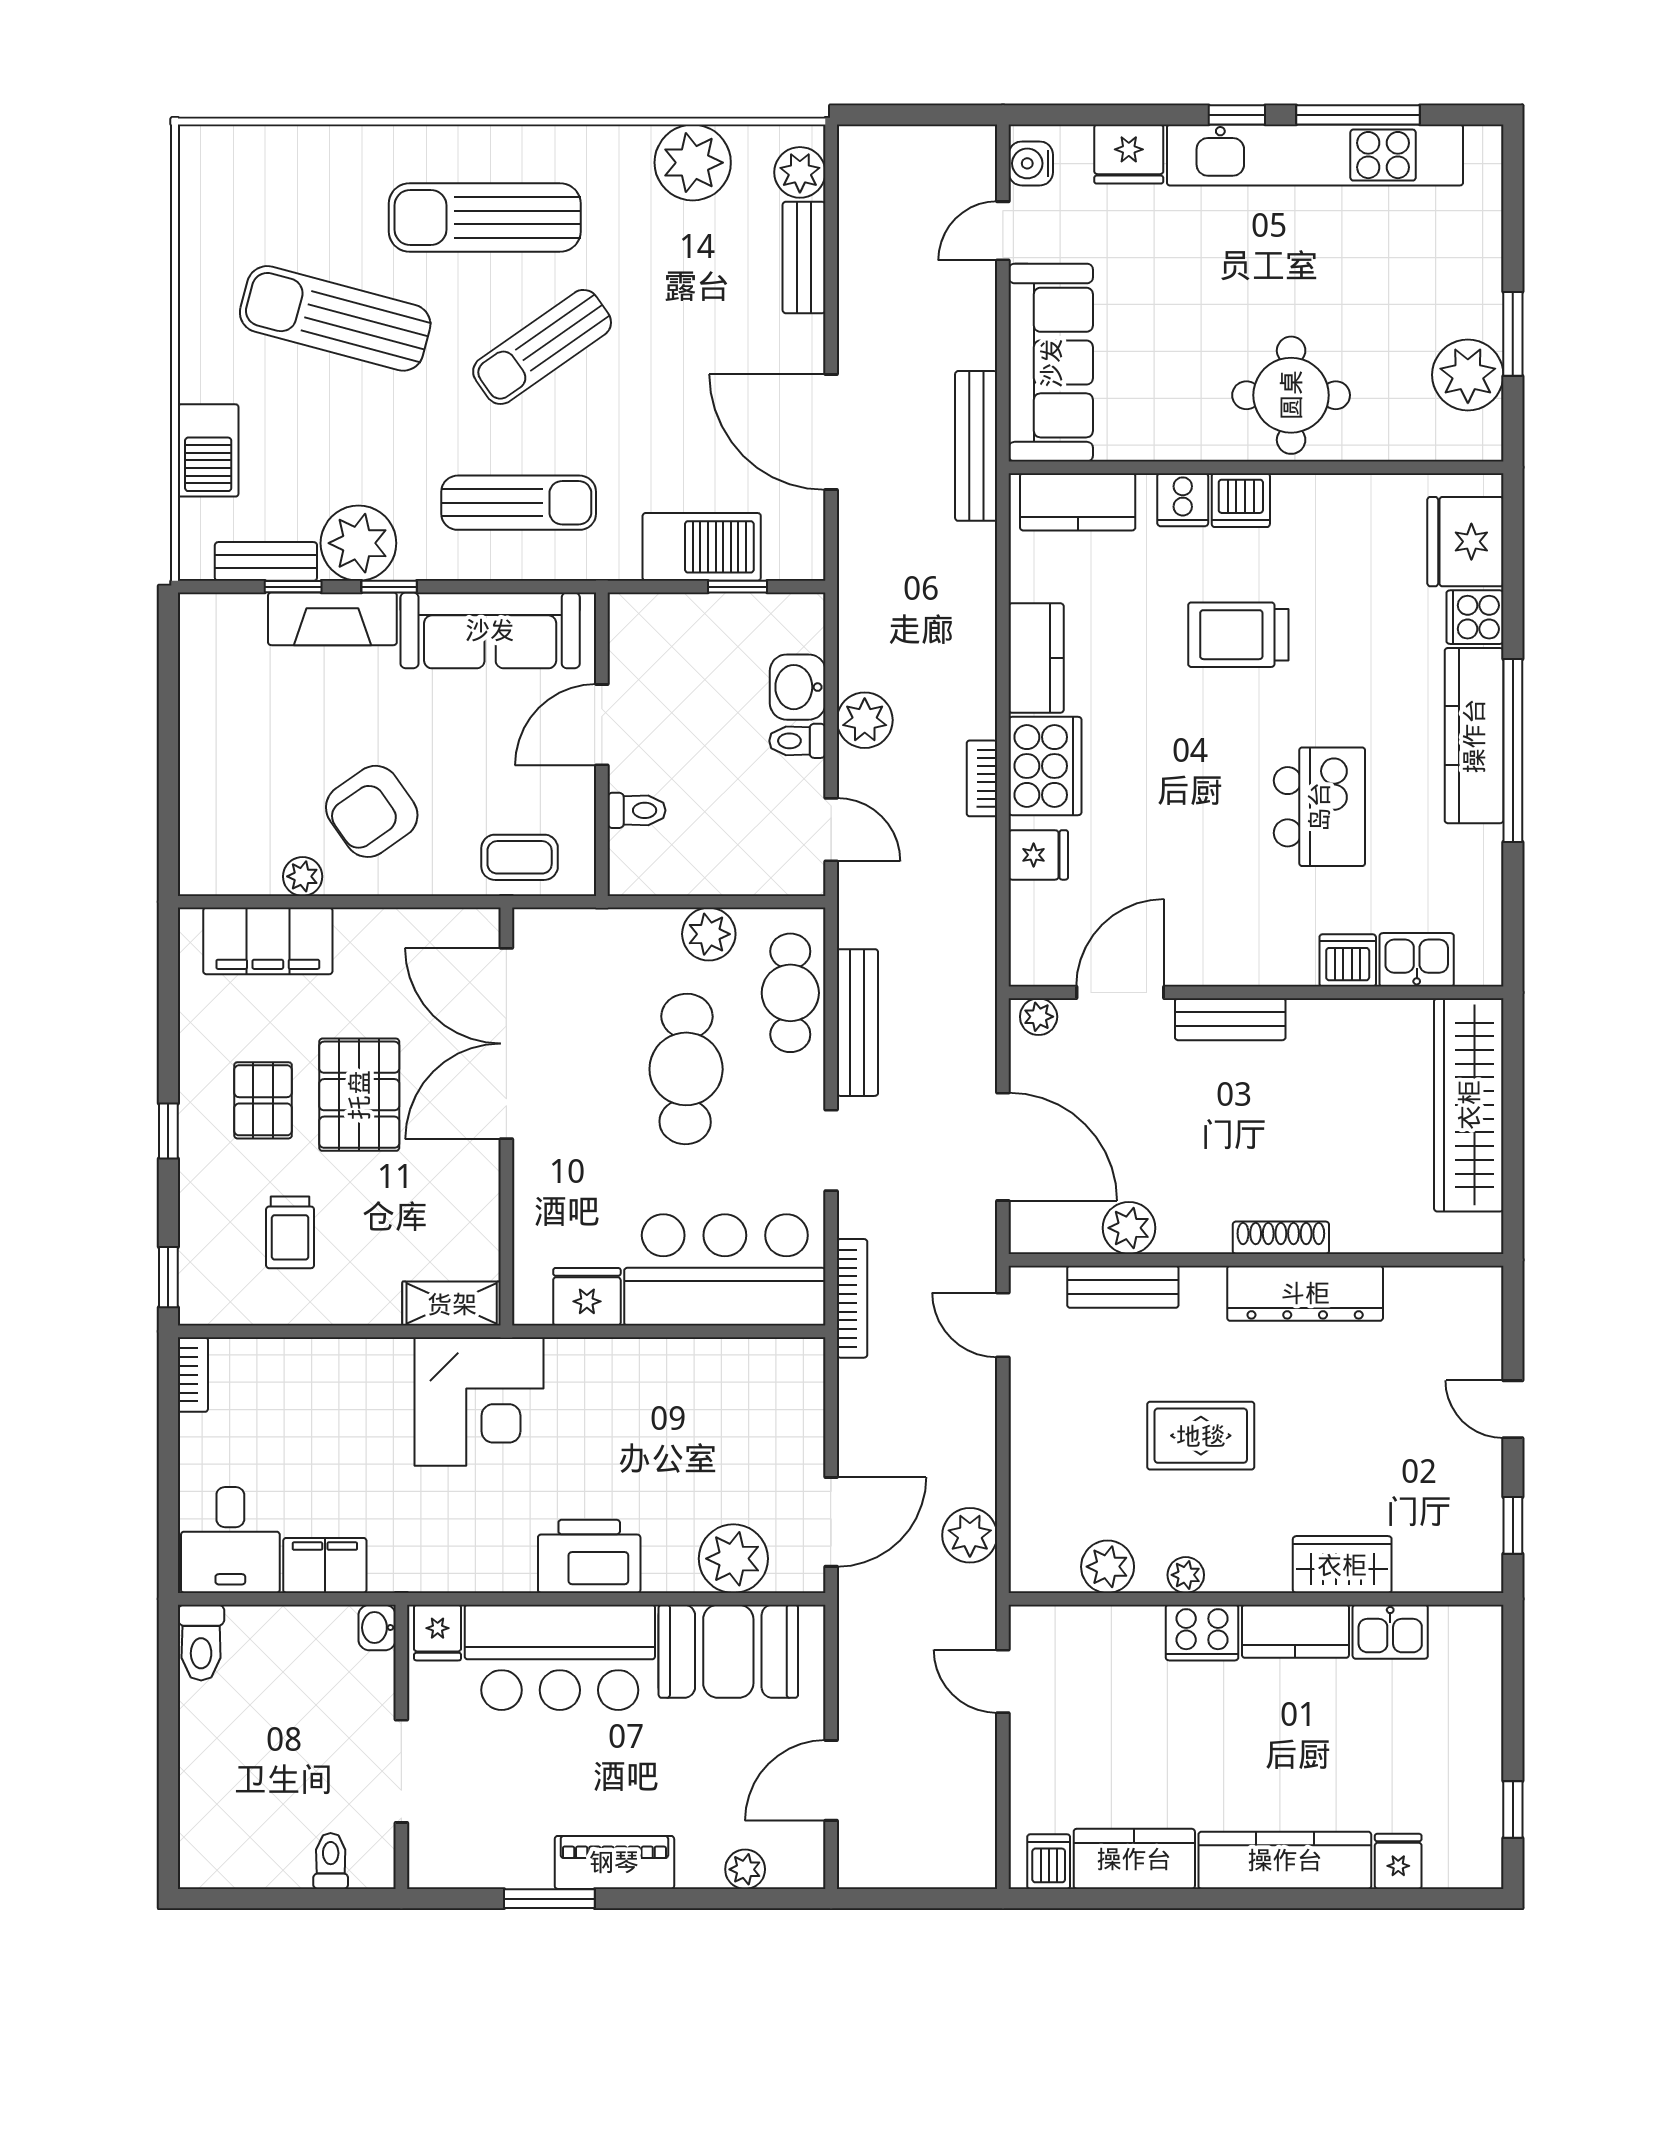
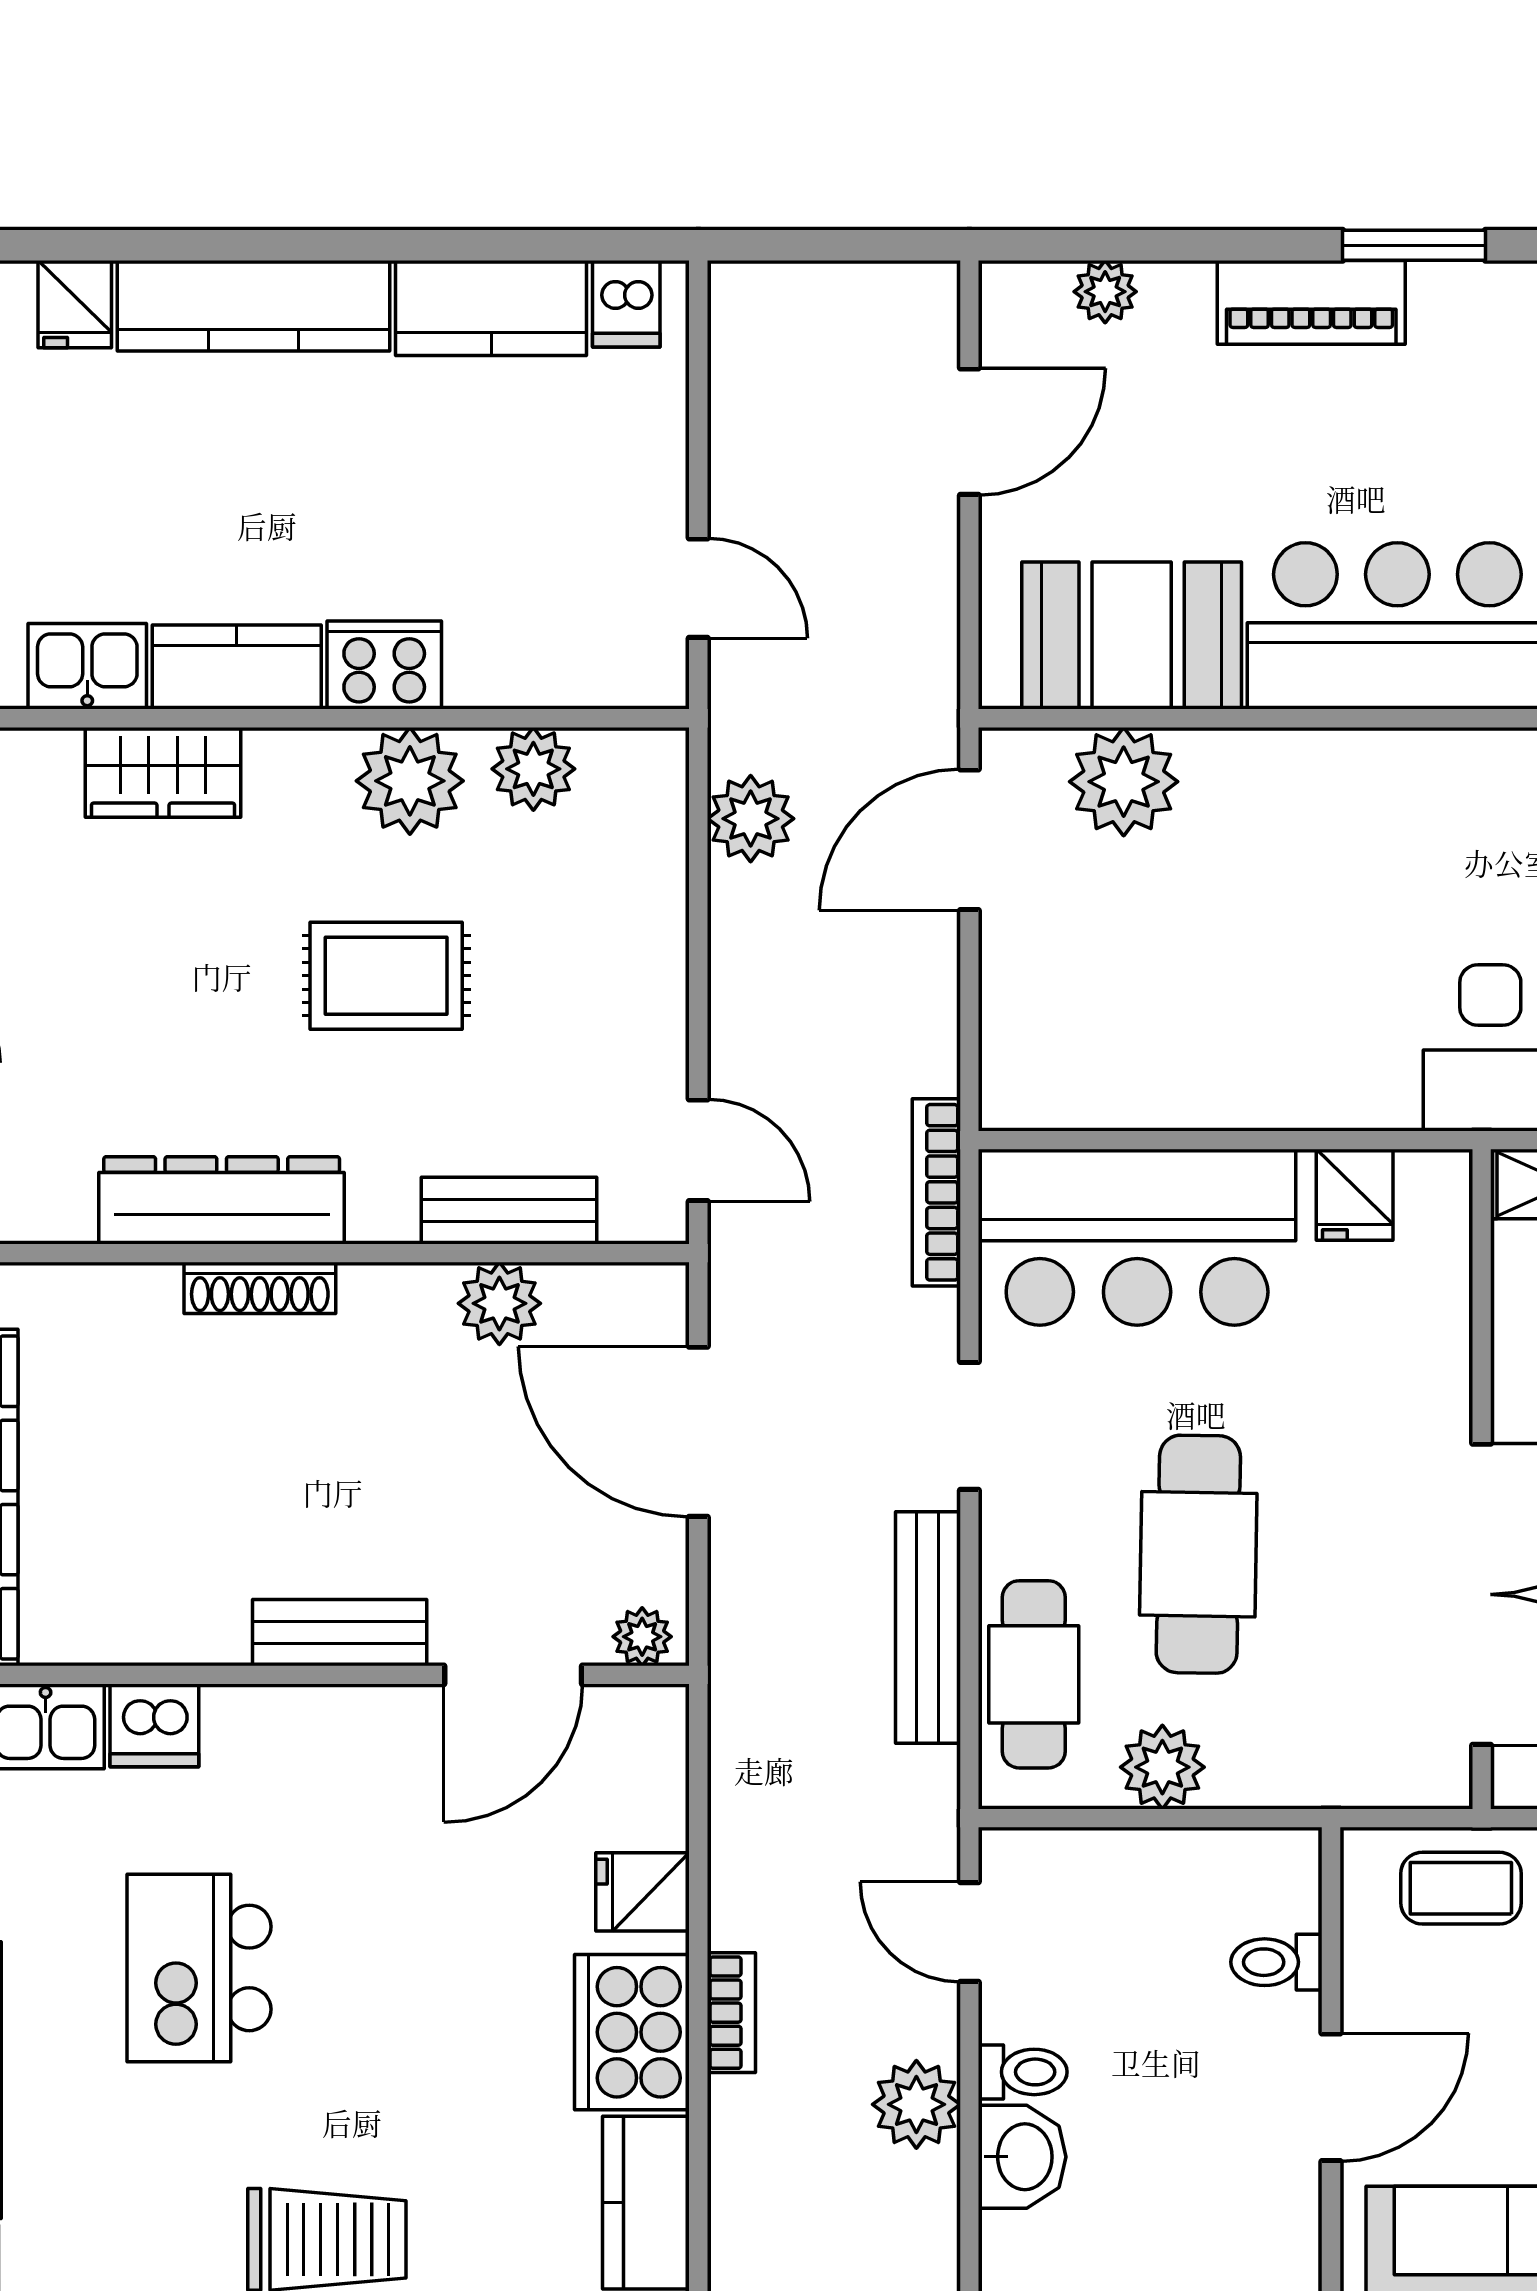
fridge: (587, 1297) -> (1355, 1195), width x0.72
printer: (589, 1556) -> (1351, 785), removed
plant: (1186, 1575) -> (410, 781), width x1.88, depth x1.88

